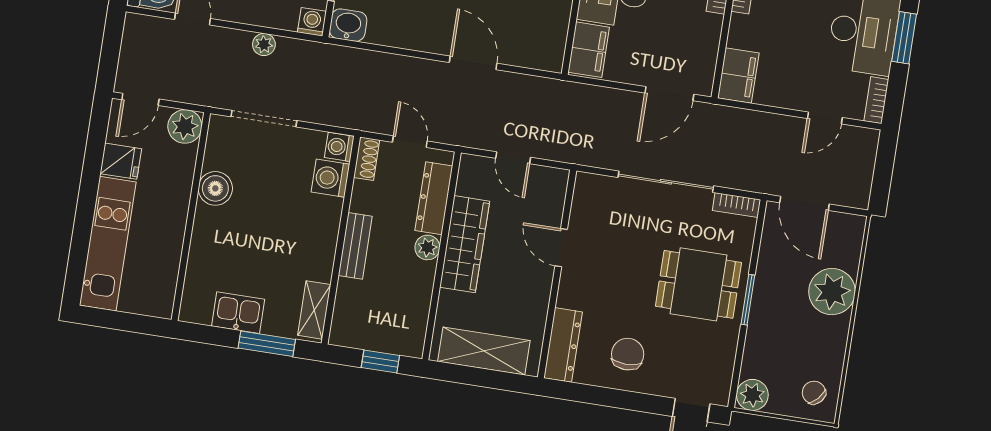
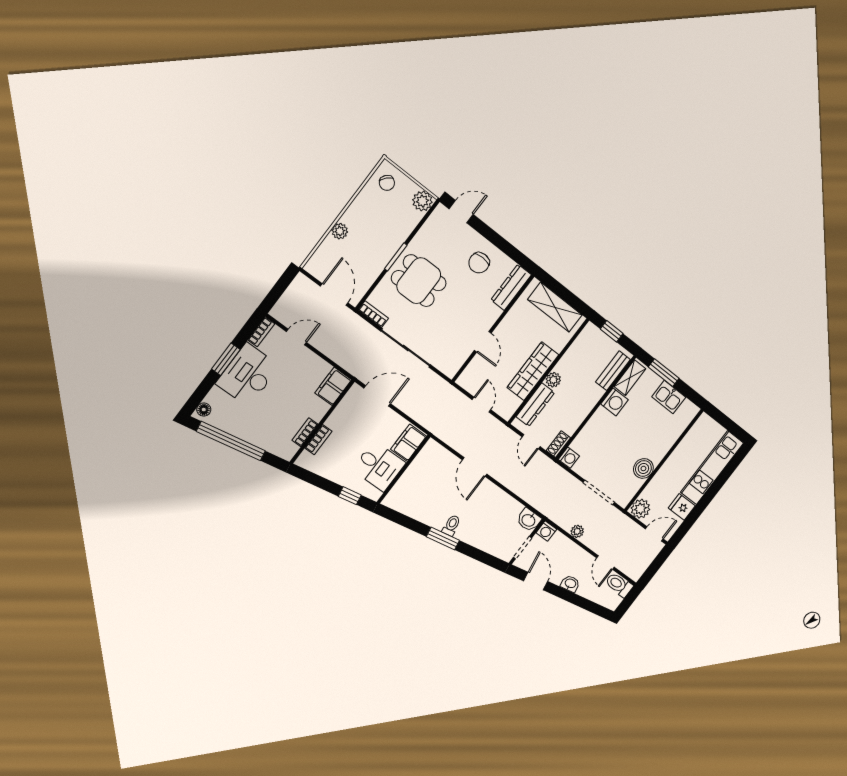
washing machine: (330, 178) -> (614, 402), moved
bench: (355, 246) -> (613, 371), moved
plant: (832, 292) -> (340, 231), width x0.53, depth x0.53

